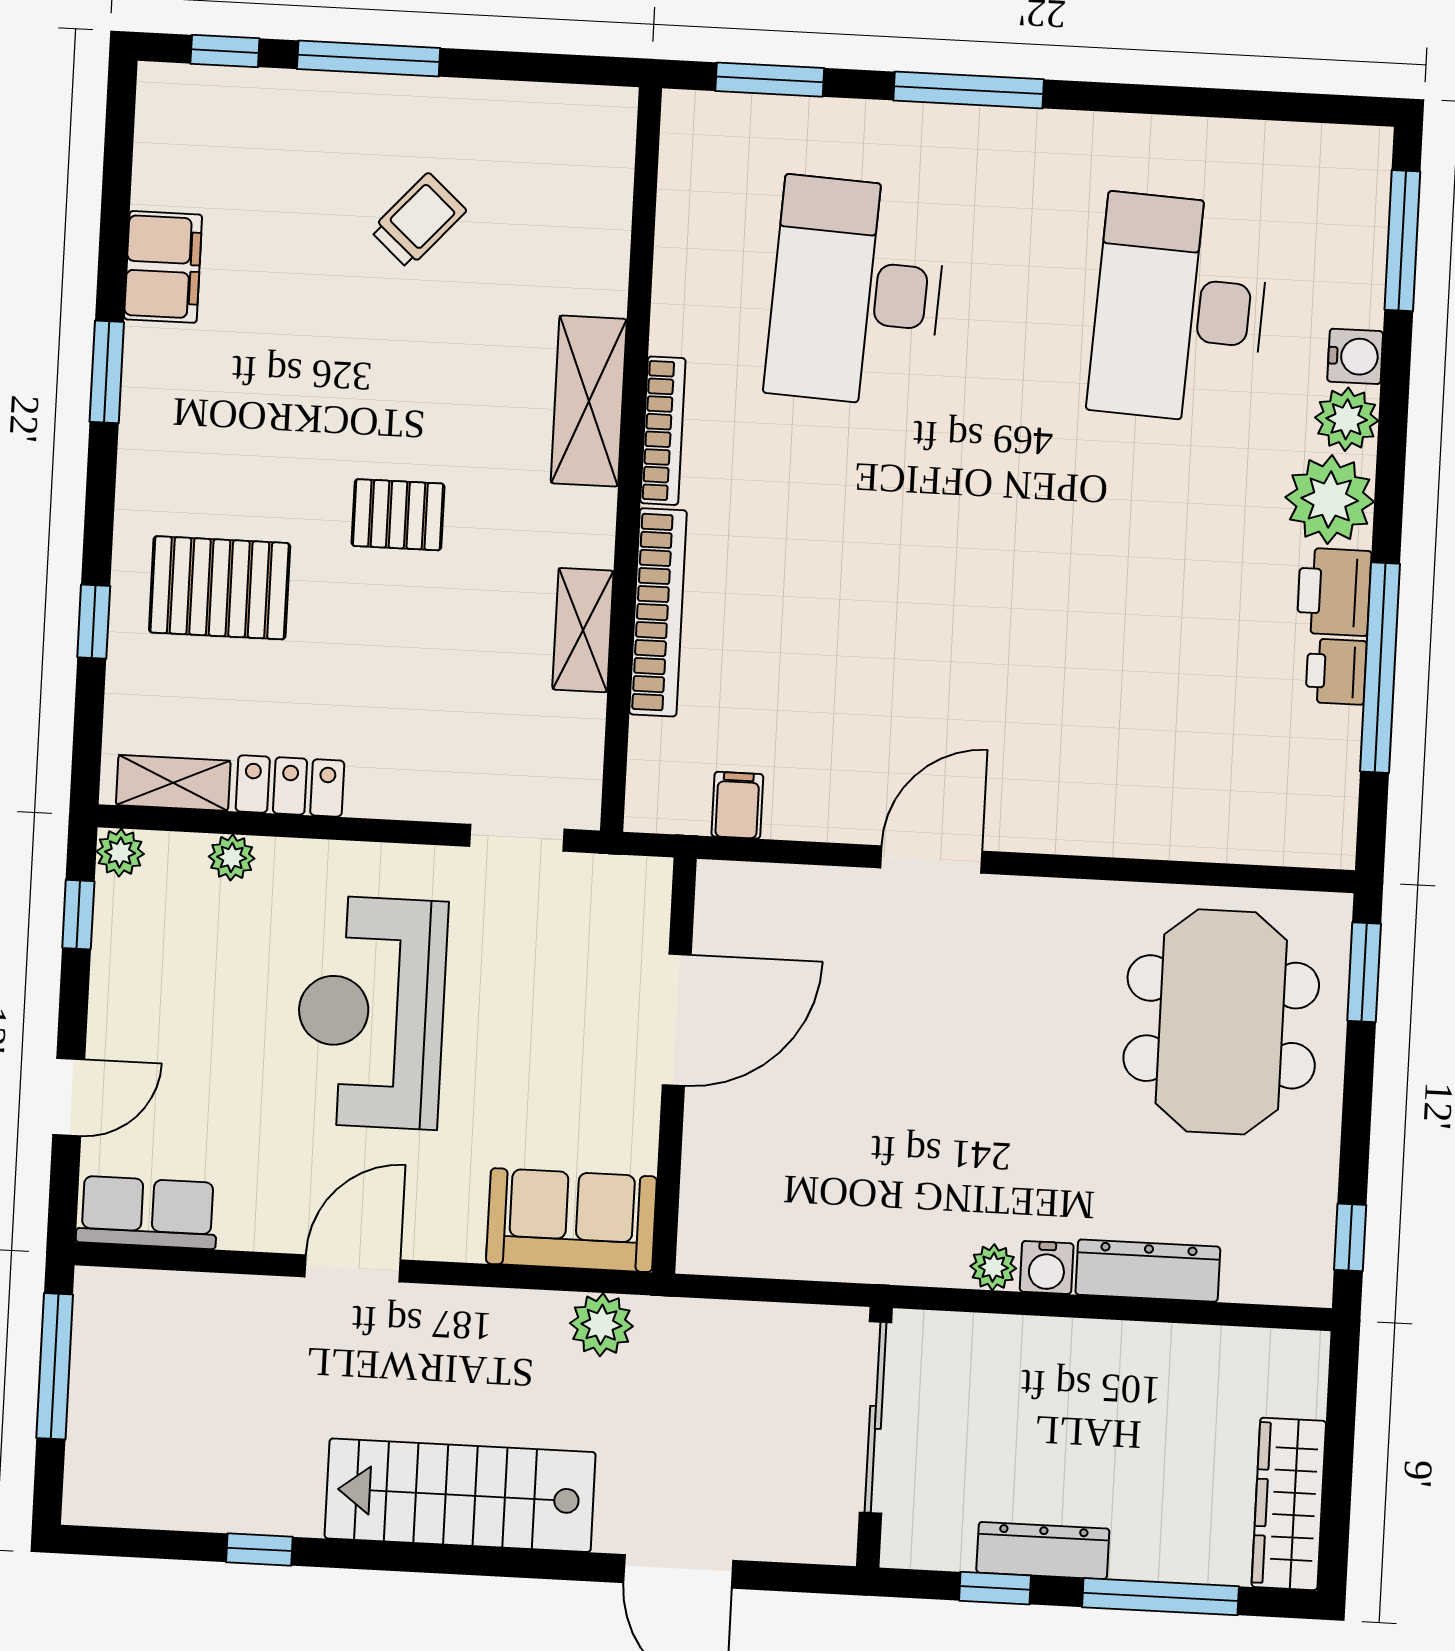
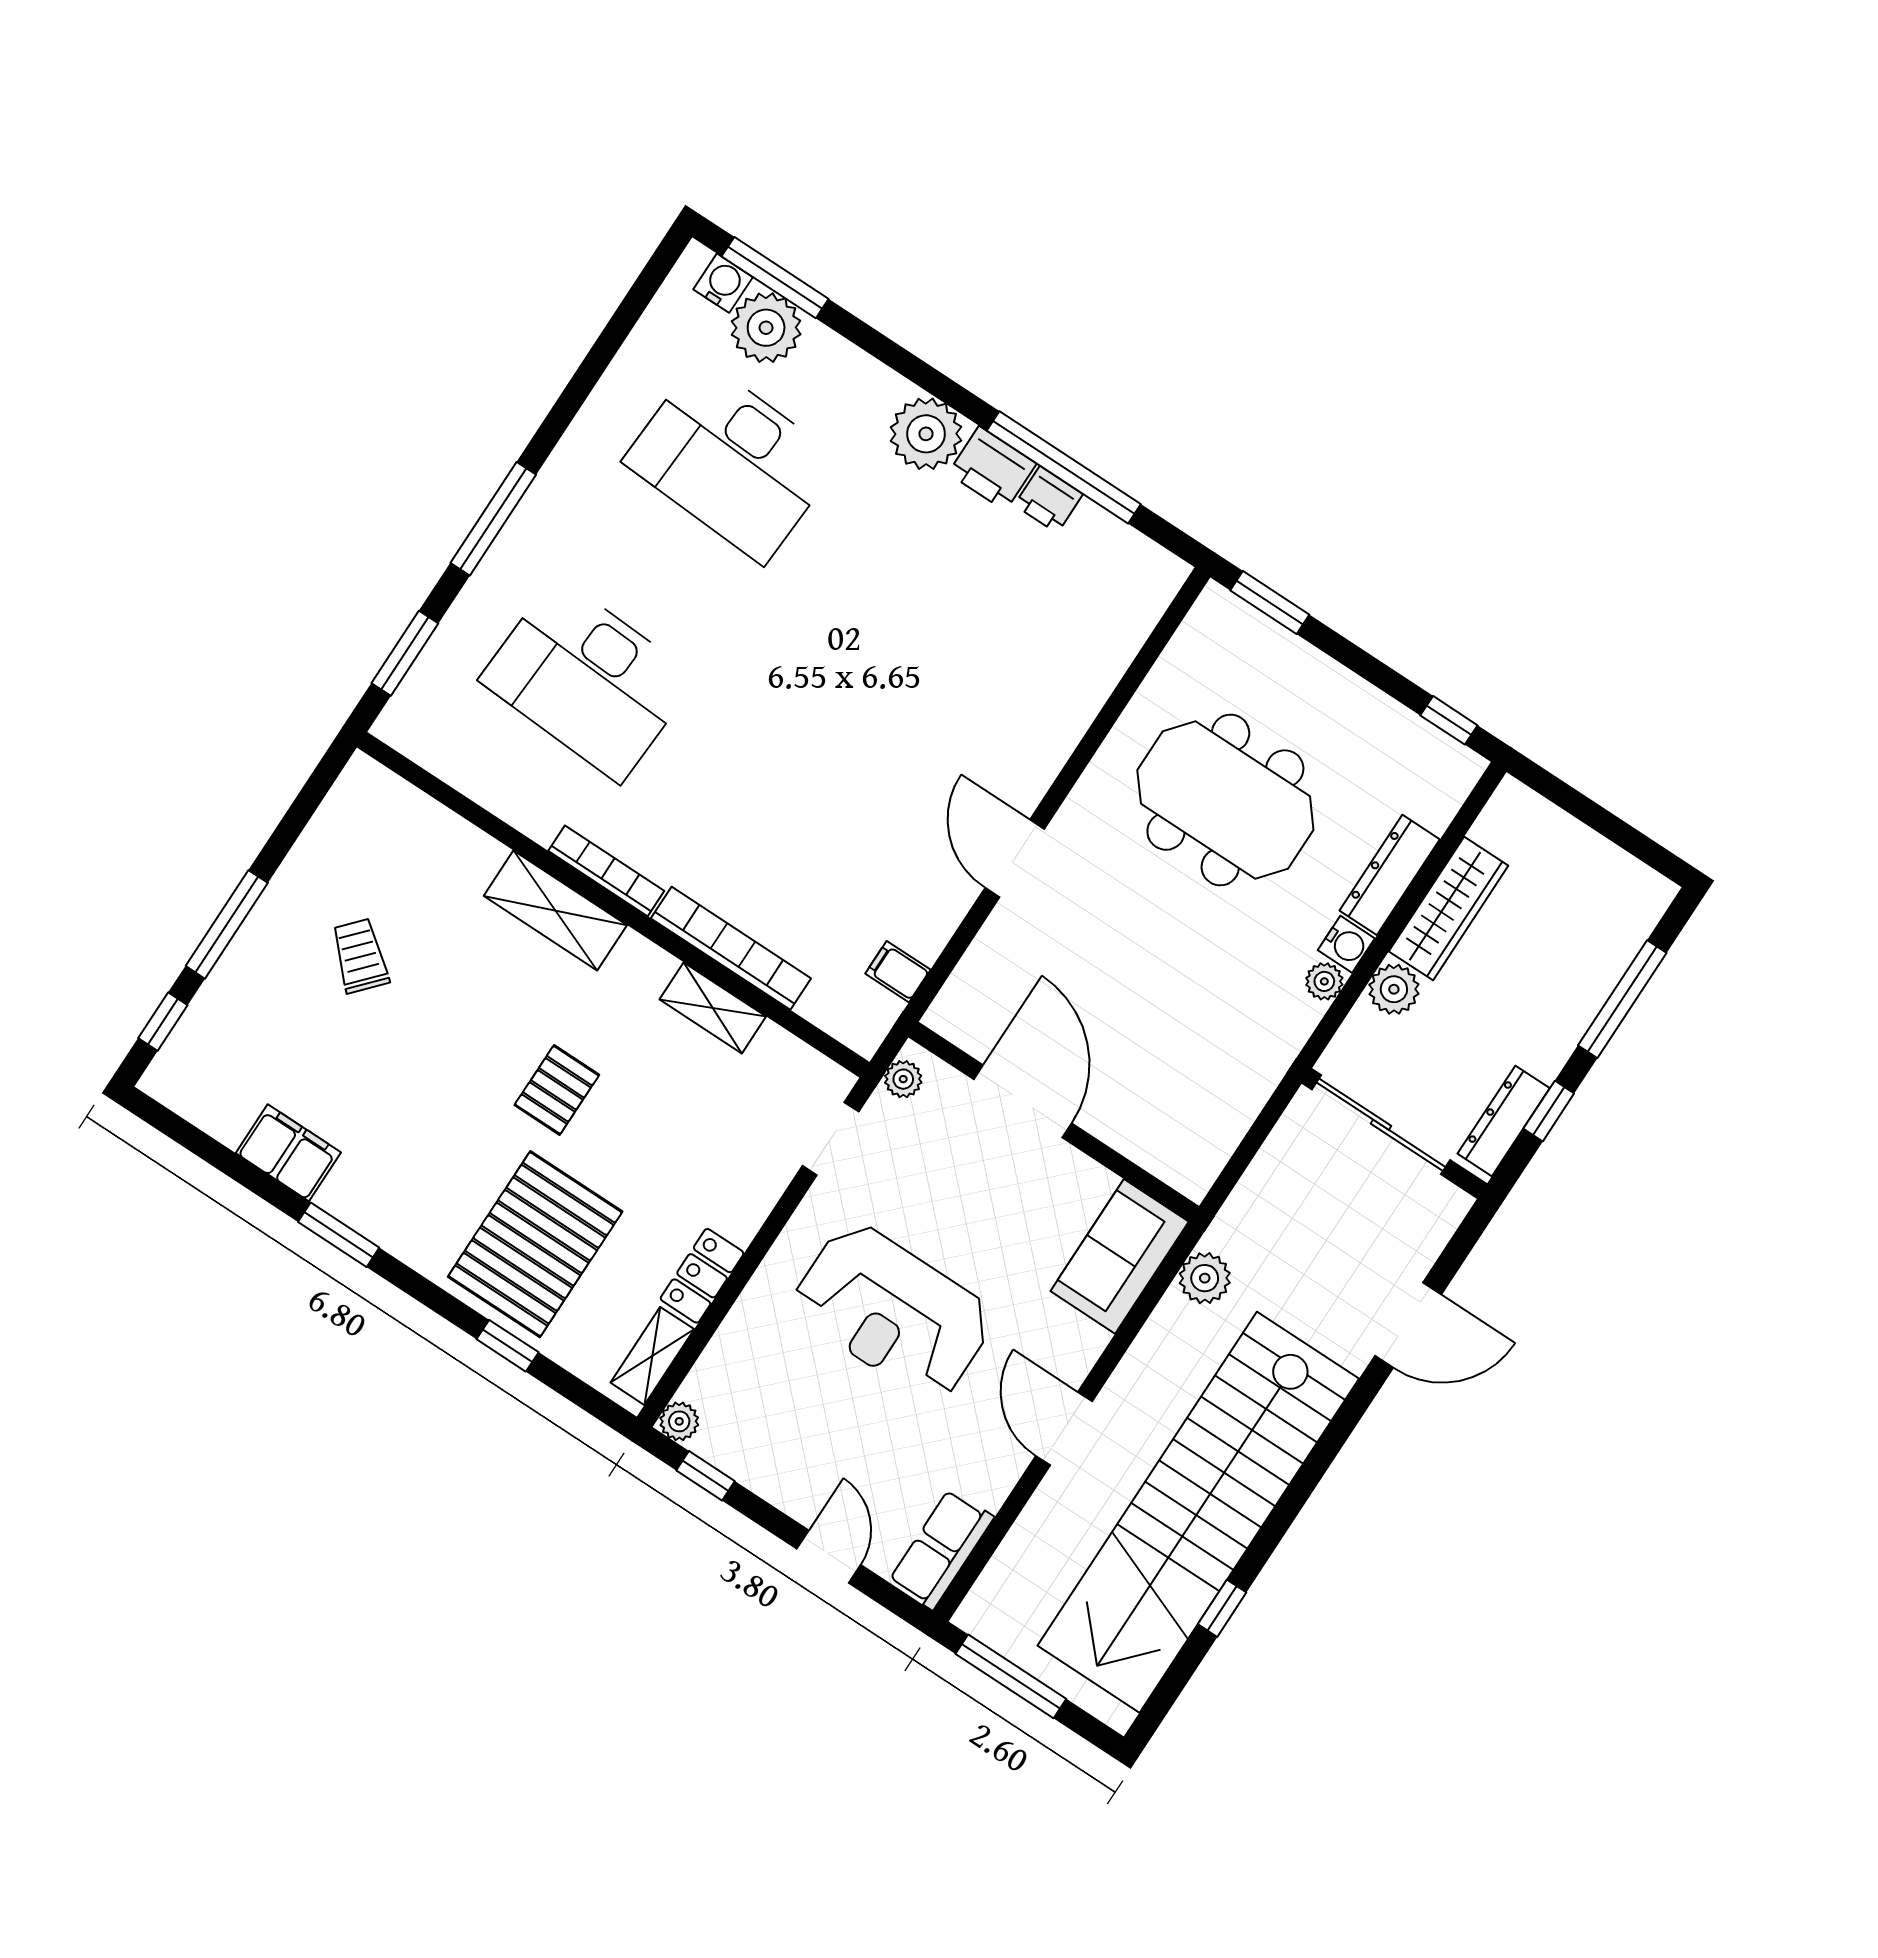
water cooler: (1355, 356) -> (723, 283), moved
plant: (1347, 419) -> (766, 328), moved, width x1.36, depth x1.36
pallet: (220, 588) -> (535, 1244), width x1.37, depth x1.41
plant: (232, 857) -> (903, 1079), moved
meeting table: (1221, 1022) -> (1225, 800), moved
plant: (1028, 1347) -> (1394, 989), added
stairs: (460, 1495) -> (1198, 1512), width x1.86, depth x1.51
wardrobe: (1289, 1504) -> (1449, 908), moved, turned -90
dresser: (1043, 1551) -> (1504, 1121), moved

